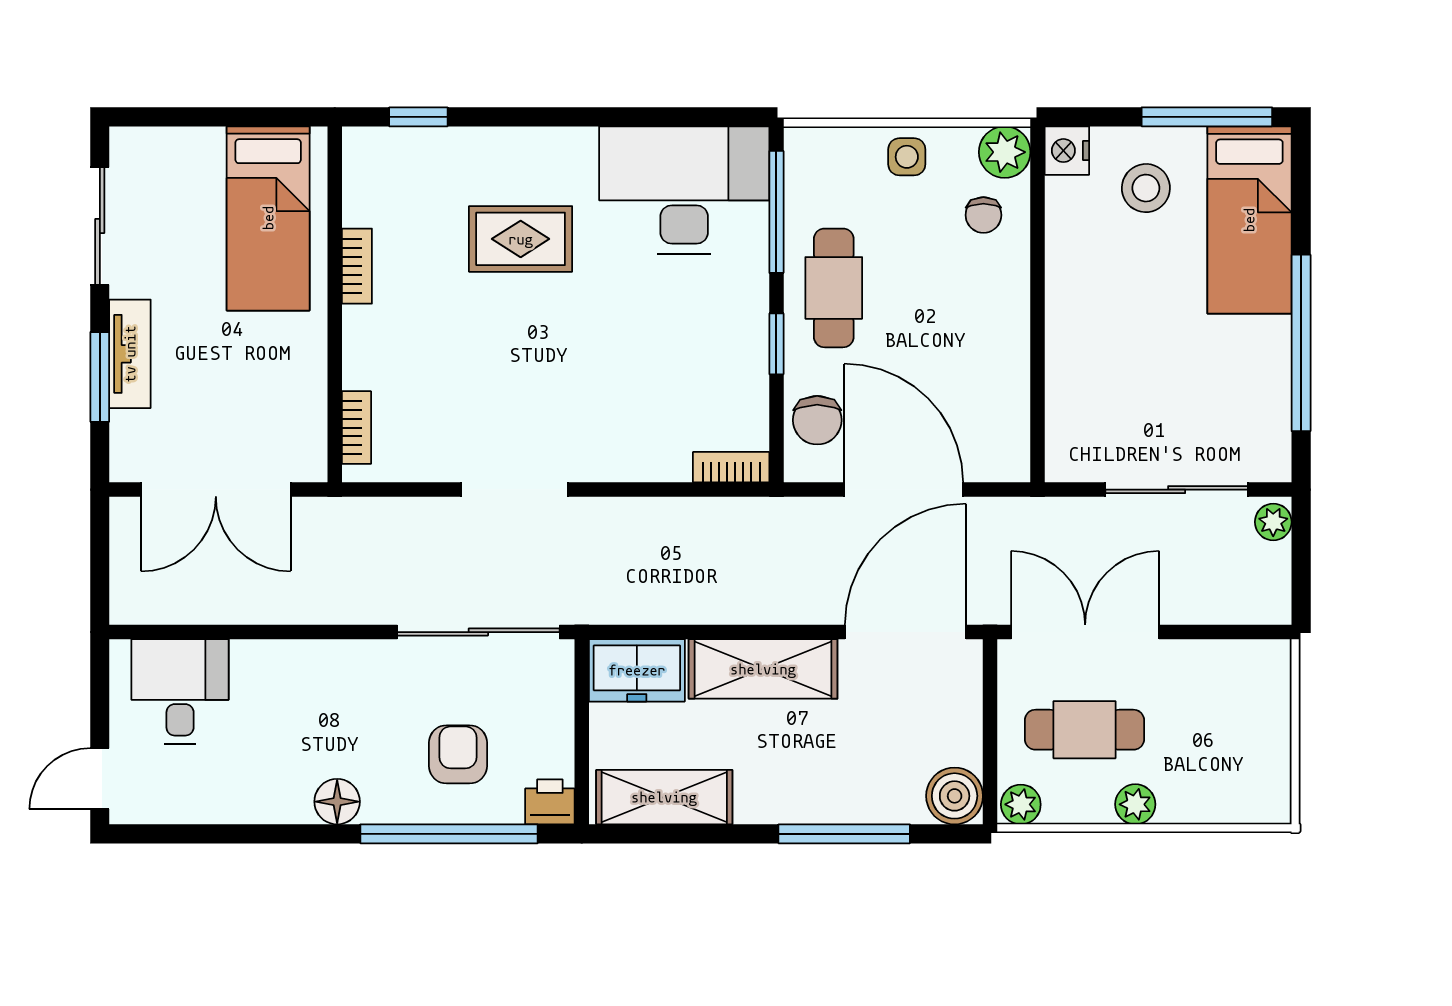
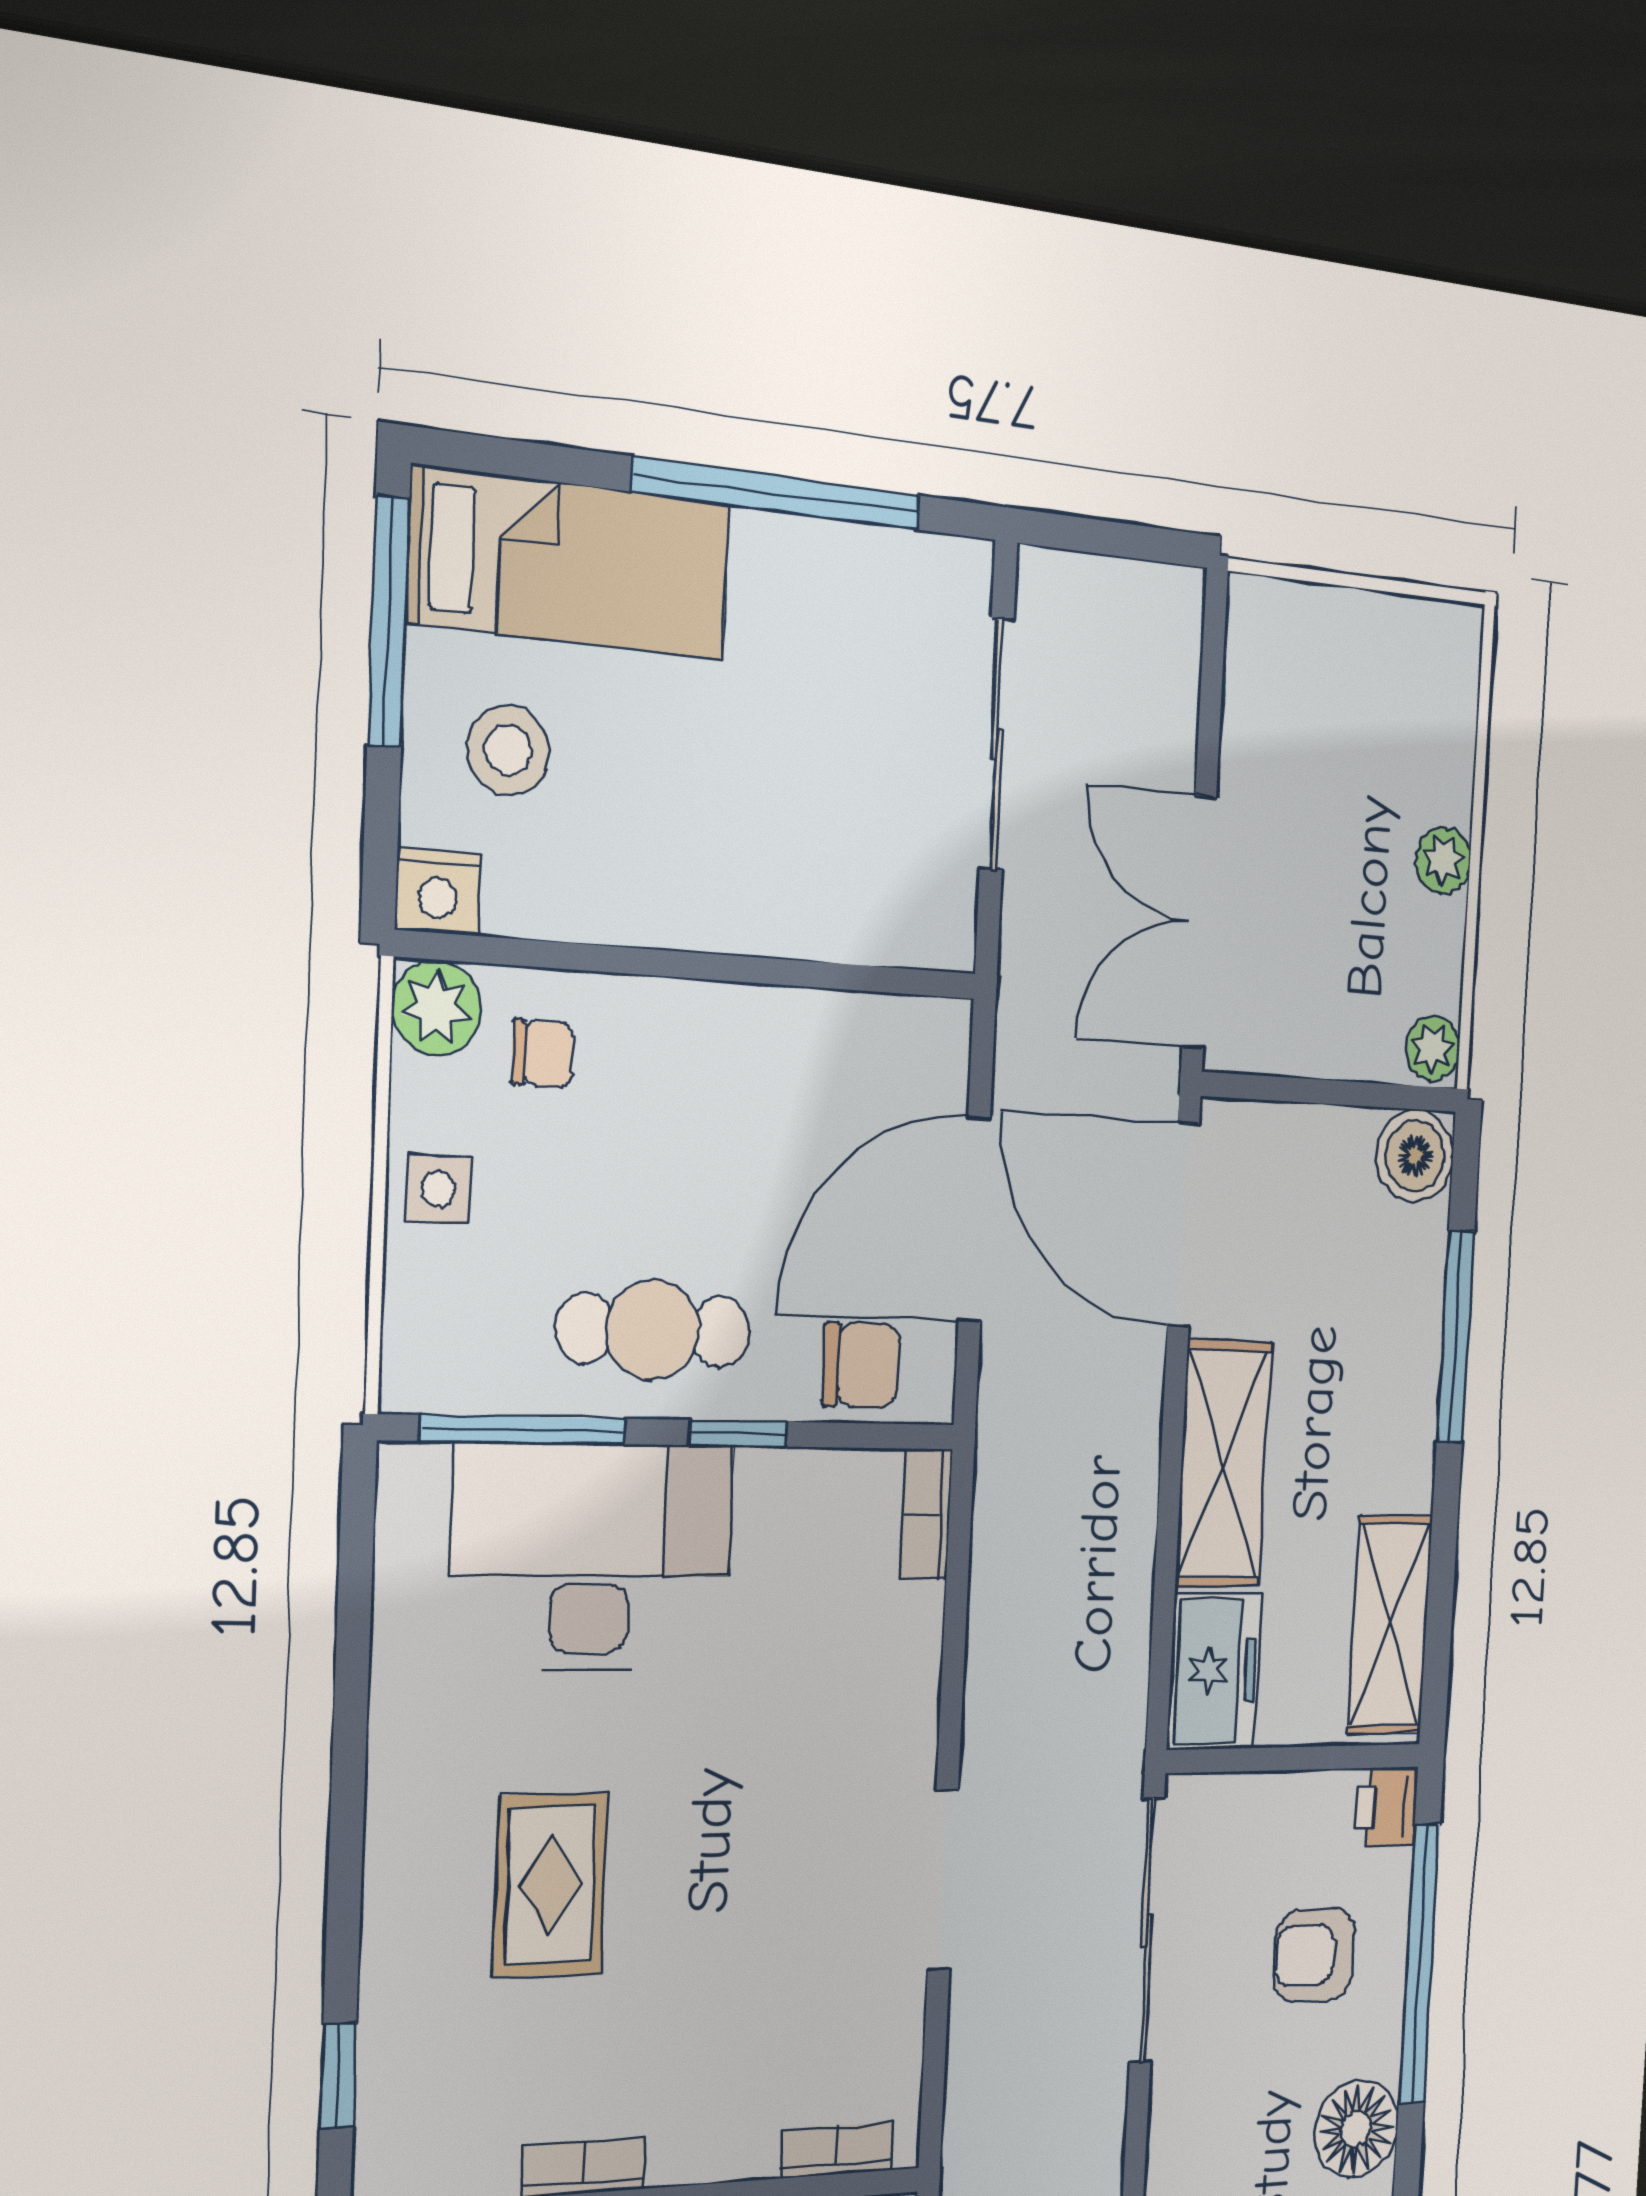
desk: (684, 190) -> (591, 1557), moved, turned 90
plant: (1273, 522) -> (1054, 580), removed
cafe table: (1084, 730) -> (1337, 935), removed
floor lamp: (337, 802) -> (1356, 2129), width x1.38, depth x1.38

